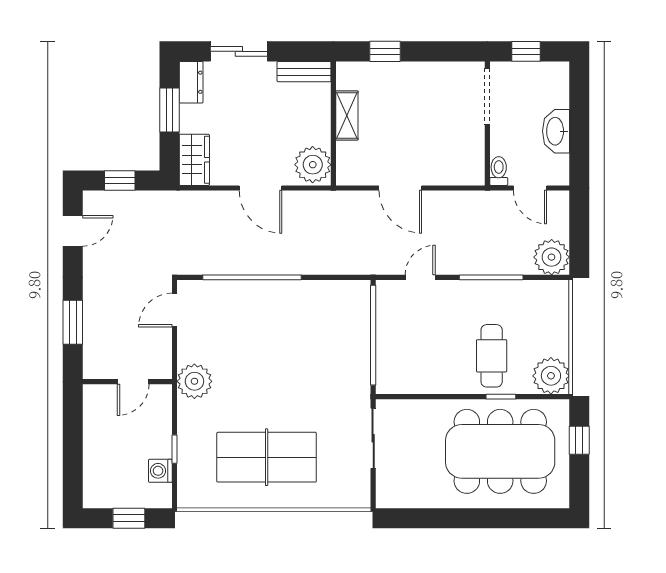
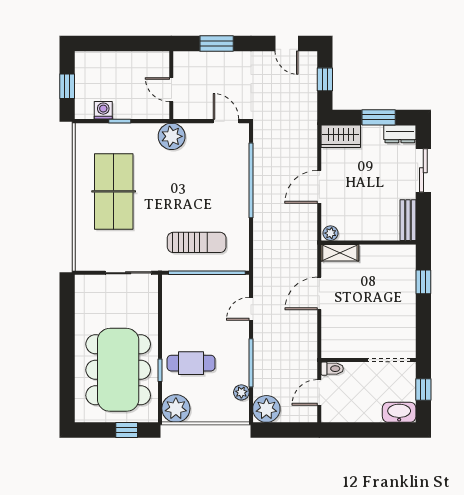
shelving: (347, 116) -> (340, 253), moved
washbasin: (556, 131) -> (399, 412), moved
plant: (313, 165) -> (330, 233), width x0.53, depth x0.53
door: (420, 277) -> (251, 309), swing flipped
plant: (530, 290) -> (241, 392), added
sun lounger: (333, 348) -> (197, 242), added

